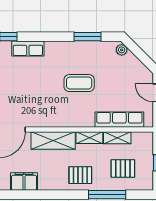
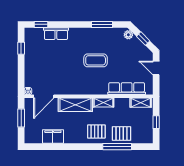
window: (141, 55) -> (143, 39), added
shelving: (117, 138) -> (141, 103), moved
pallet: (123, 168) -> (121, 133), moved

